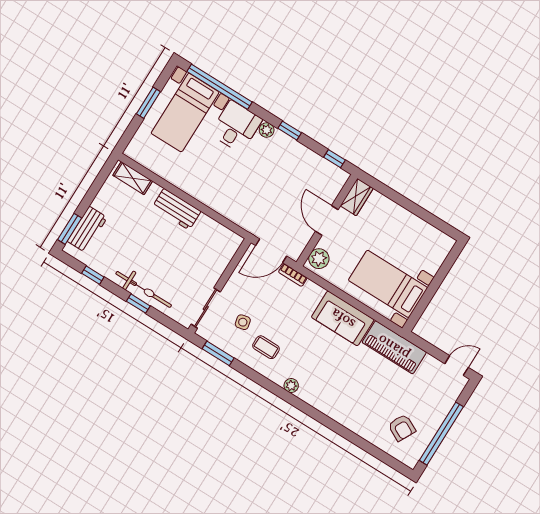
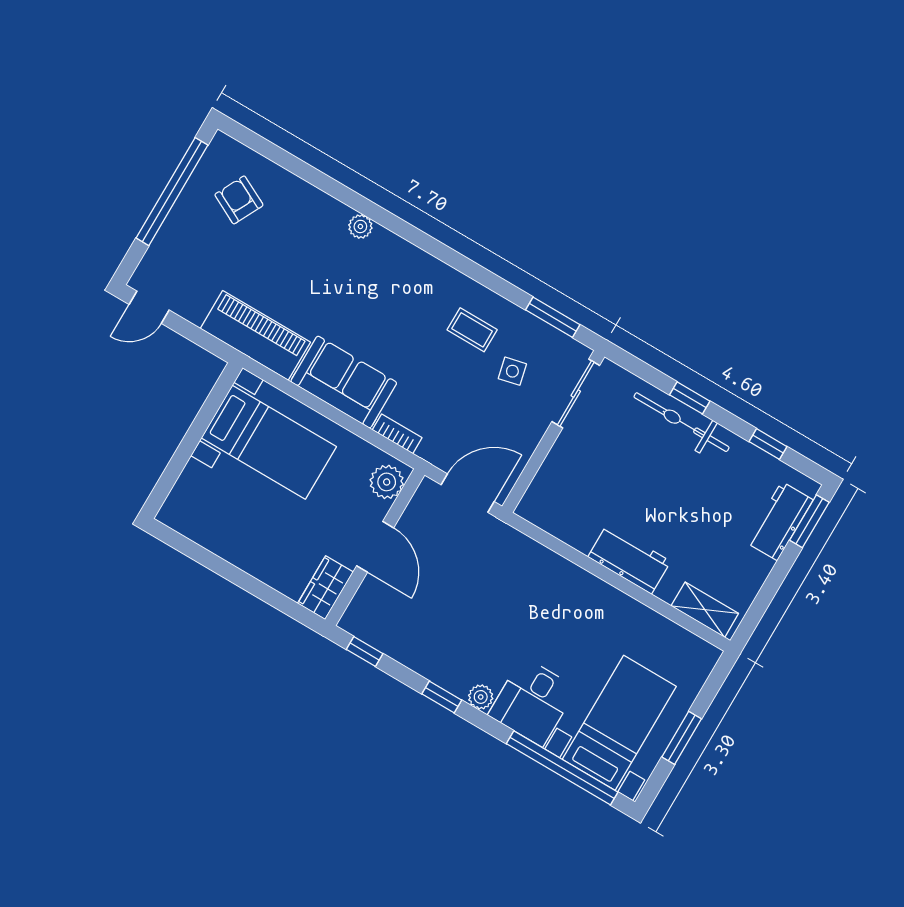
bookcase: (293, 275) -> (397, 434), moved
plant: (291, 386) -> (360, 226), moved

